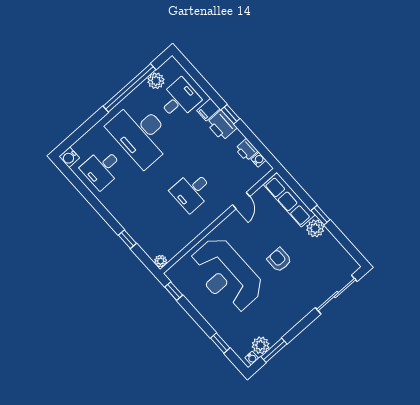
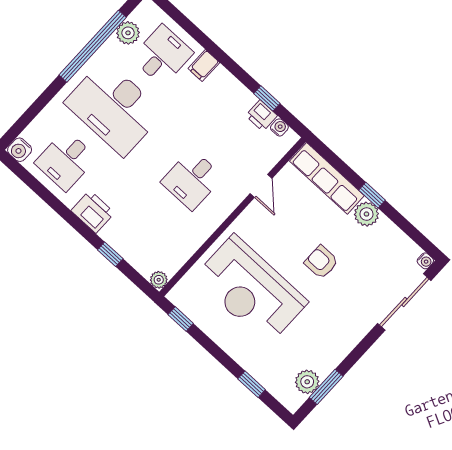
window: (230, 114) -> (267, 98), moved
printer: (222, 126) -> (93, 212), moved, turned 180
water cooler: (252, 358) -> (425, 261), moved

